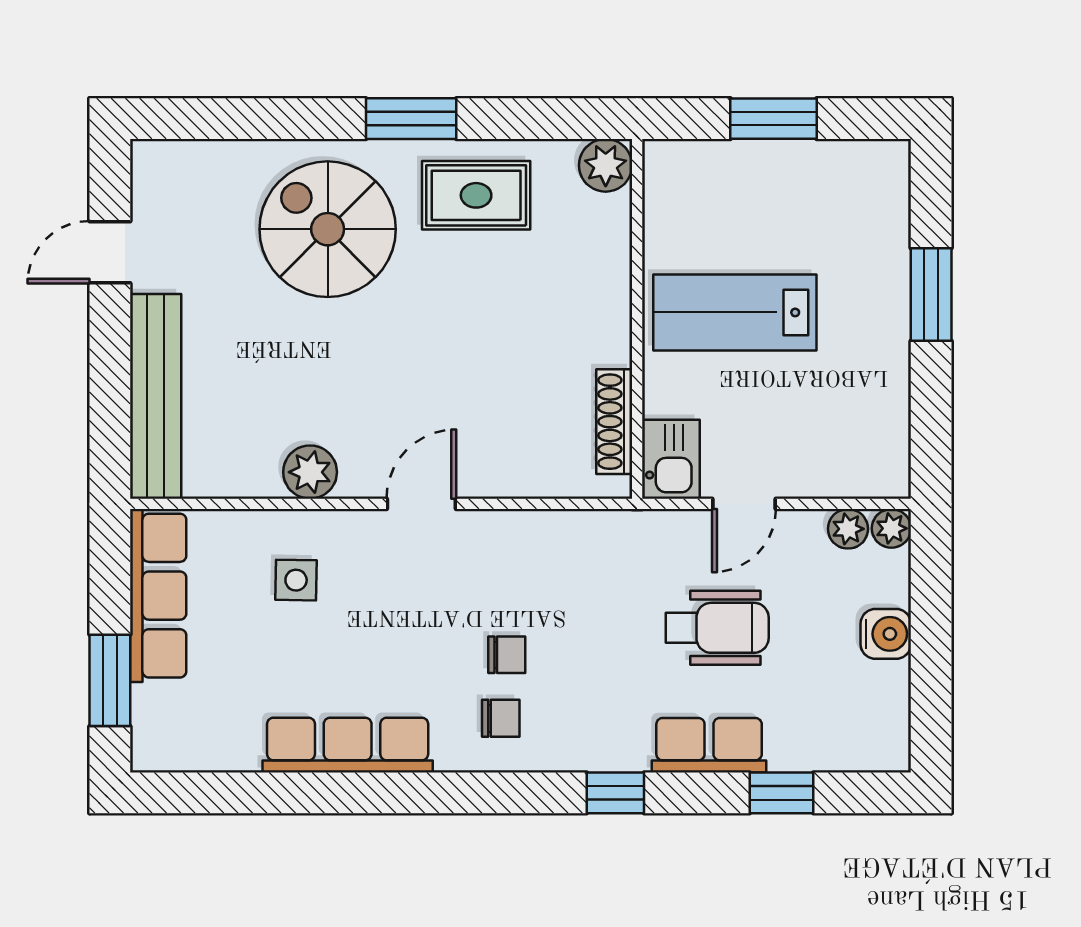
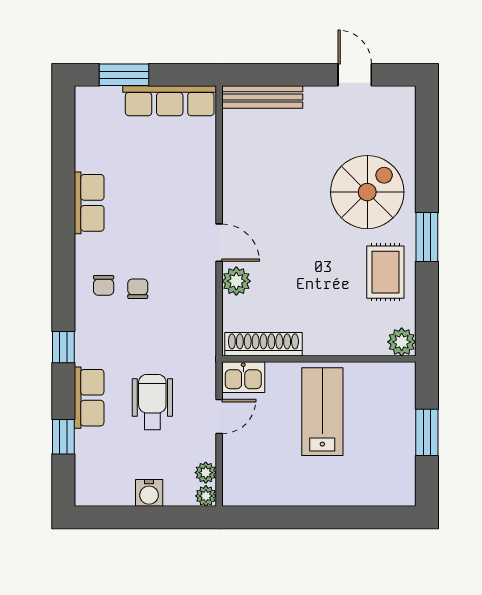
window: (931, 294) -> (332, 517), removed
bench: (156, 396) -> (262, 97), width x0.73, depth x0.82
shoe rack: (614, 422) -> (263, 344), width x1.36, depth x1.24
plant: (310, 472) -> (236, 281), moved
door: (744, 504) -> (219, 417), swing flipped
side table: (296, 580) -> (178, 175), removed
wheelchair: (717, 628) -> (152, 402), turned 180
chair: (507, 655) -> (138, 289), turned 180
row of seats: (348, 745) -> (89, 203), width x0.68

